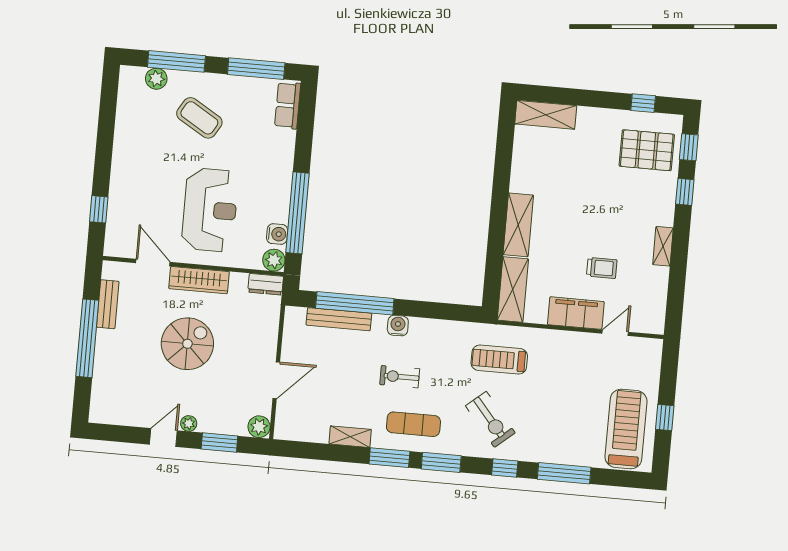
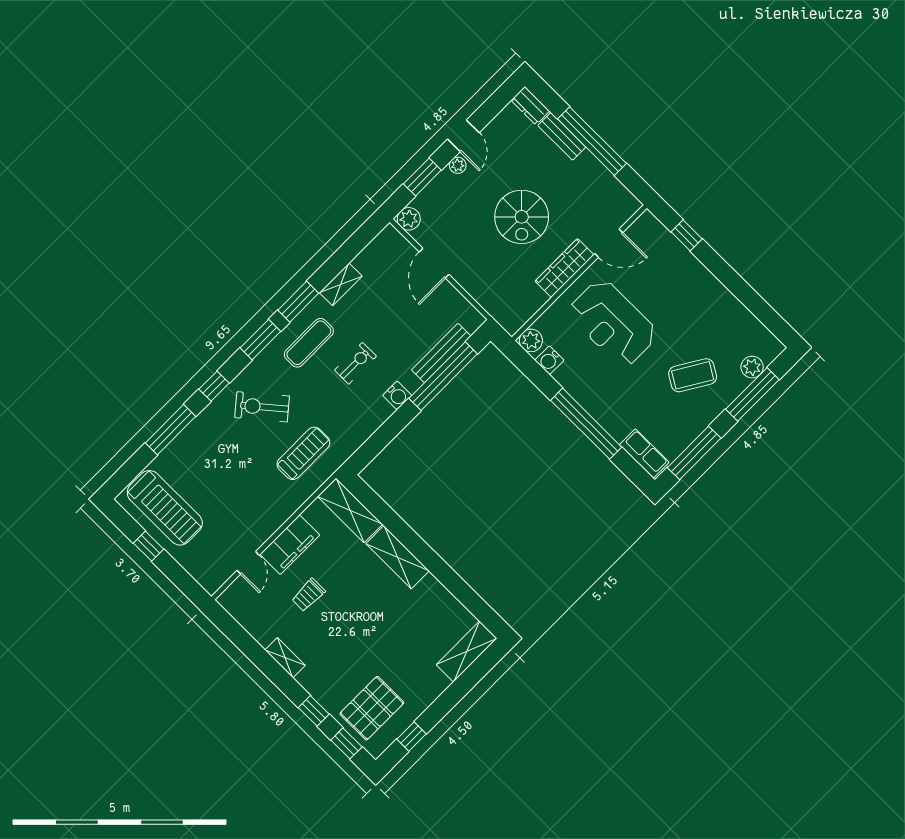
window: (297, 213) -> (586, 424), moved
dresser: (266, 284) -> (530, 106), moved, turned -90
bench: (108, 304) -> (562, 136), moved

